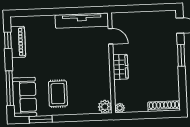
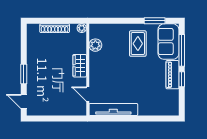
window: (8, 40) -> (182, 79), moved
piano: (18, 42) -> (172, 75), moved
shoe rack: (164, 106) -> (55, 28), moved
plant: (105, 107) -> (95, 45), moved

